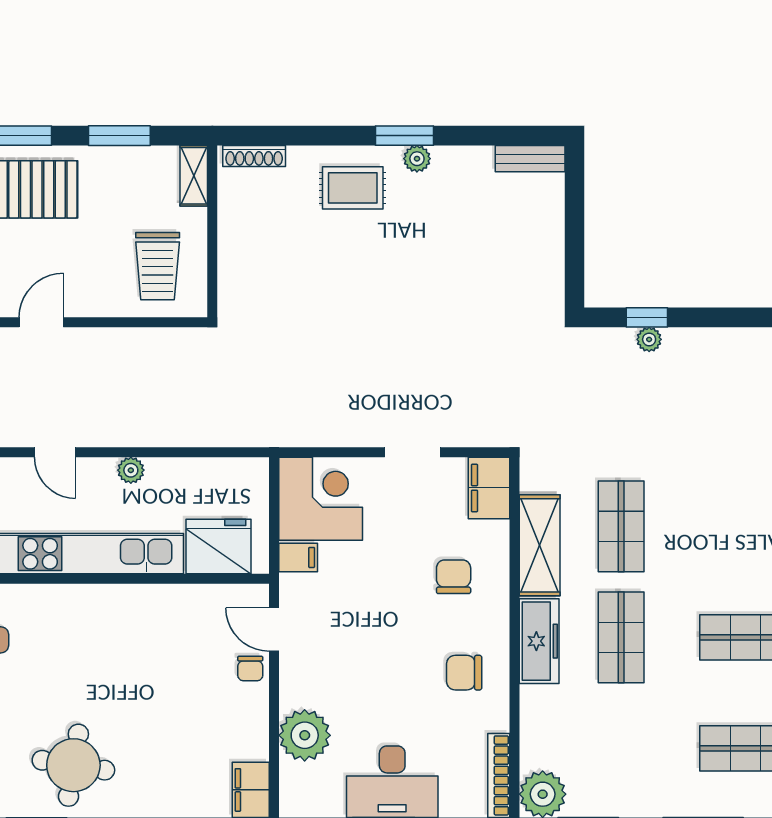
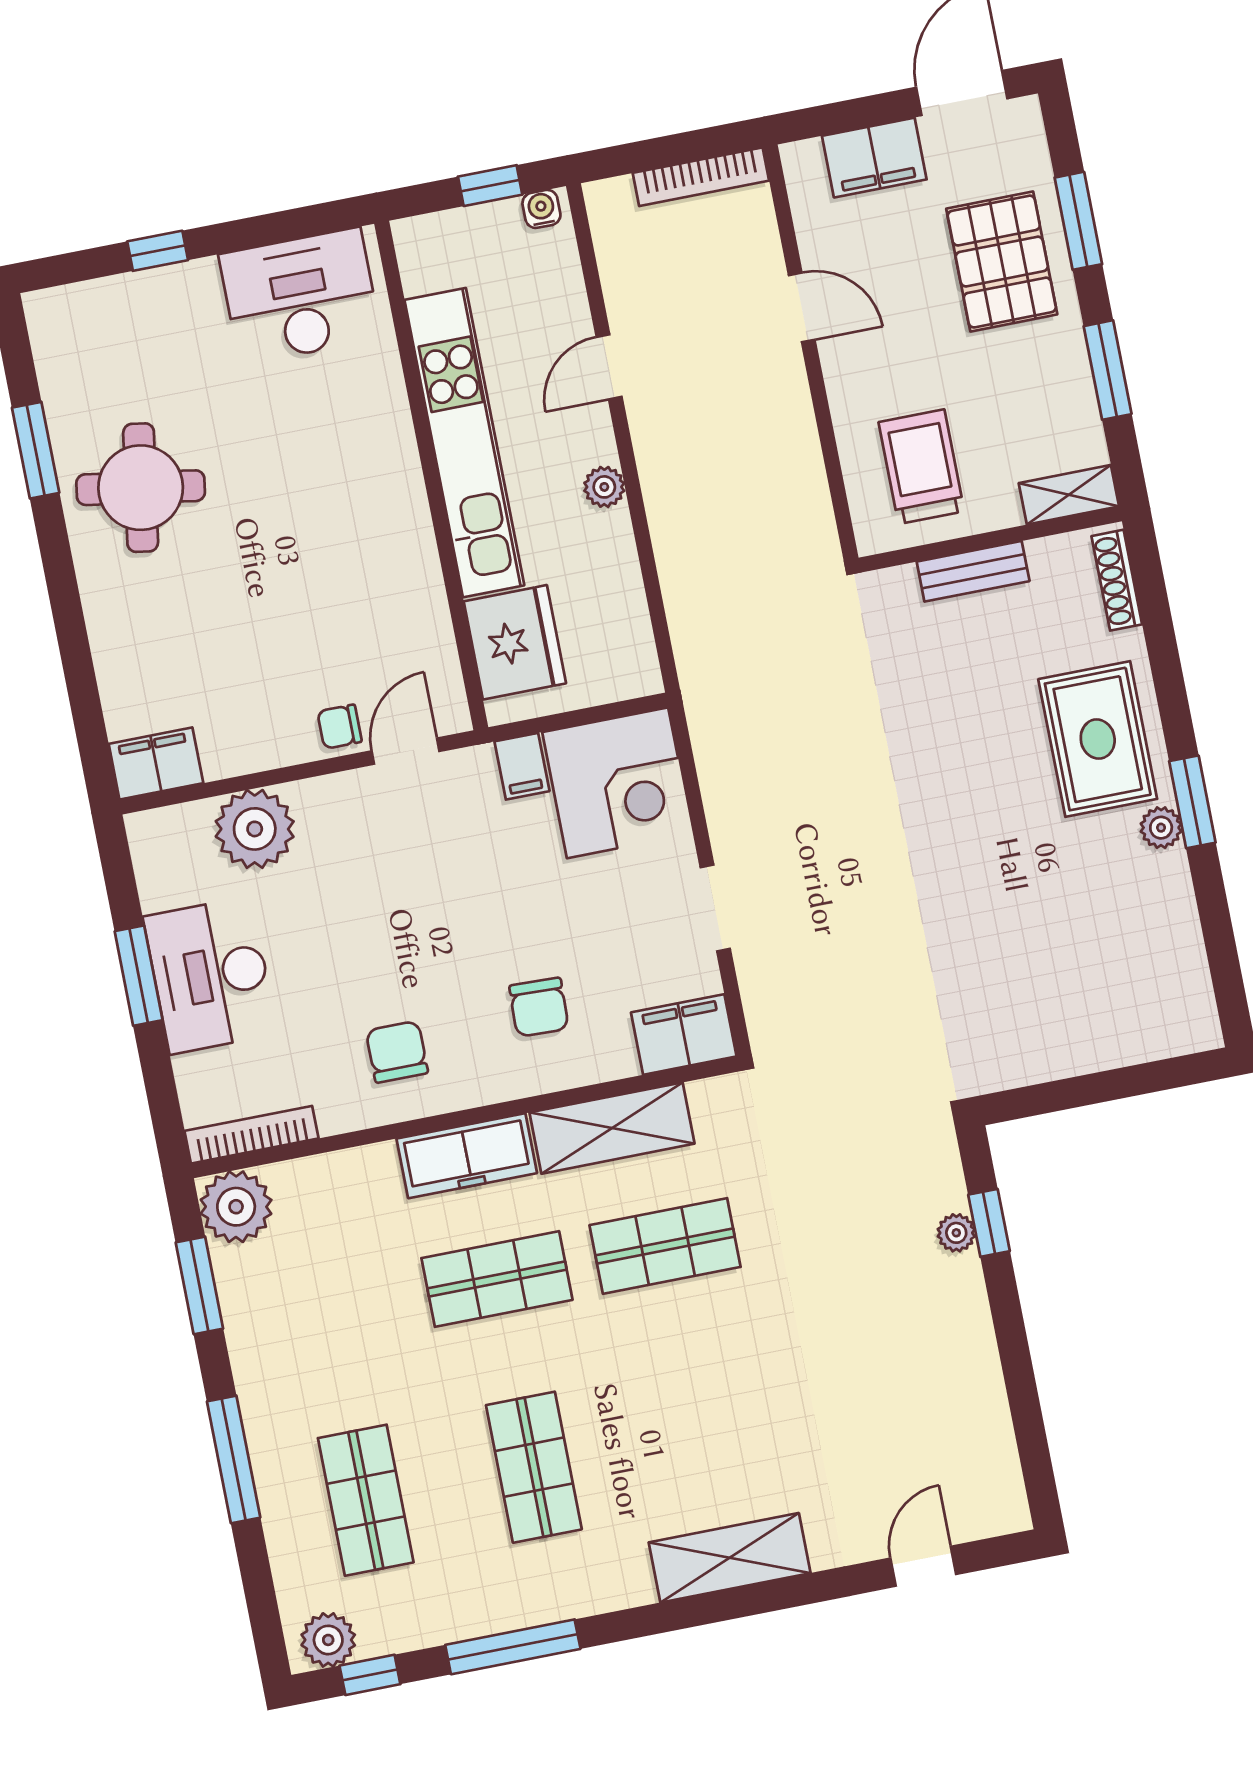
bench: (530, 159) -> (973, 571), moved, turned 90
rug: (353, 188) -> (1098, 739), width x1.36, depth x1.43
trolley: (158, 266) -> (921, 467), turned 90
chair: (454, 577) -> (539, 1007), turned 92

